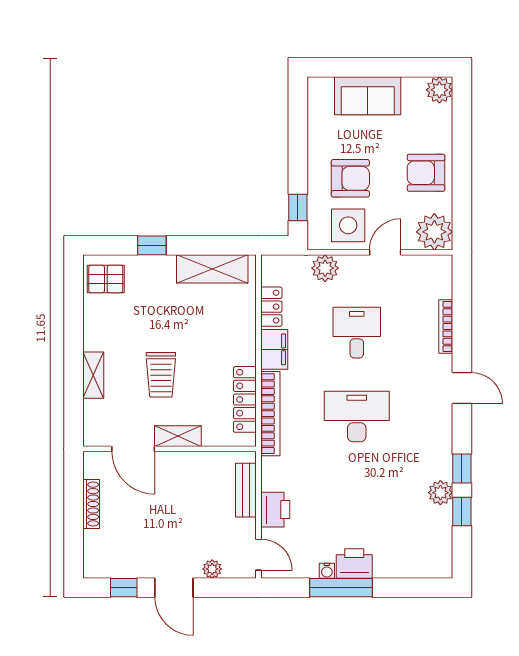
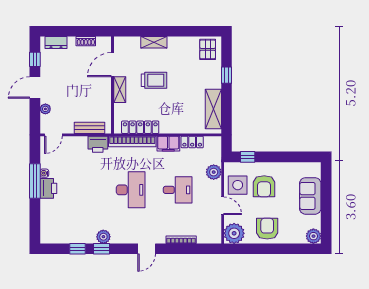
trolley: (161, 375) -> (154, 80), turned 180
plant: (440, 493) -> (103, 237), moved
shoe rack: (91, 504) -> (86, 41), width x0.70
printer: (275, 510) -> (98, 144), moved
dresser: (94, 550) -> (56, 43), added

